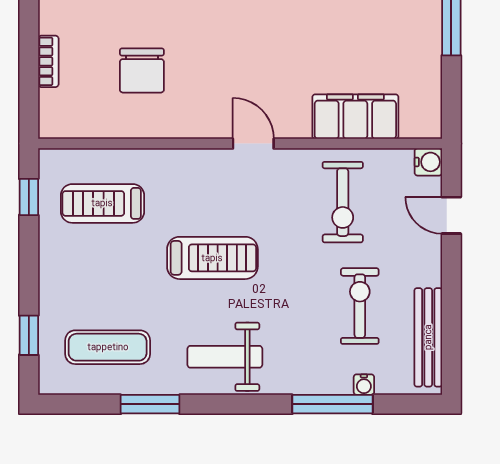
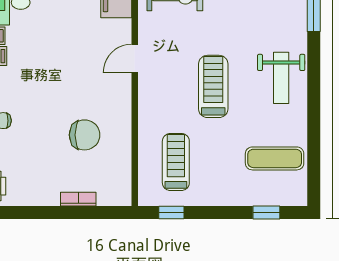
treadmill: (102, 203) -> (176, 162), turned 180
exercise mat: (108, 347) -> (275, 158), turned 90
window: (150, 404) -> (314, 129), removed

